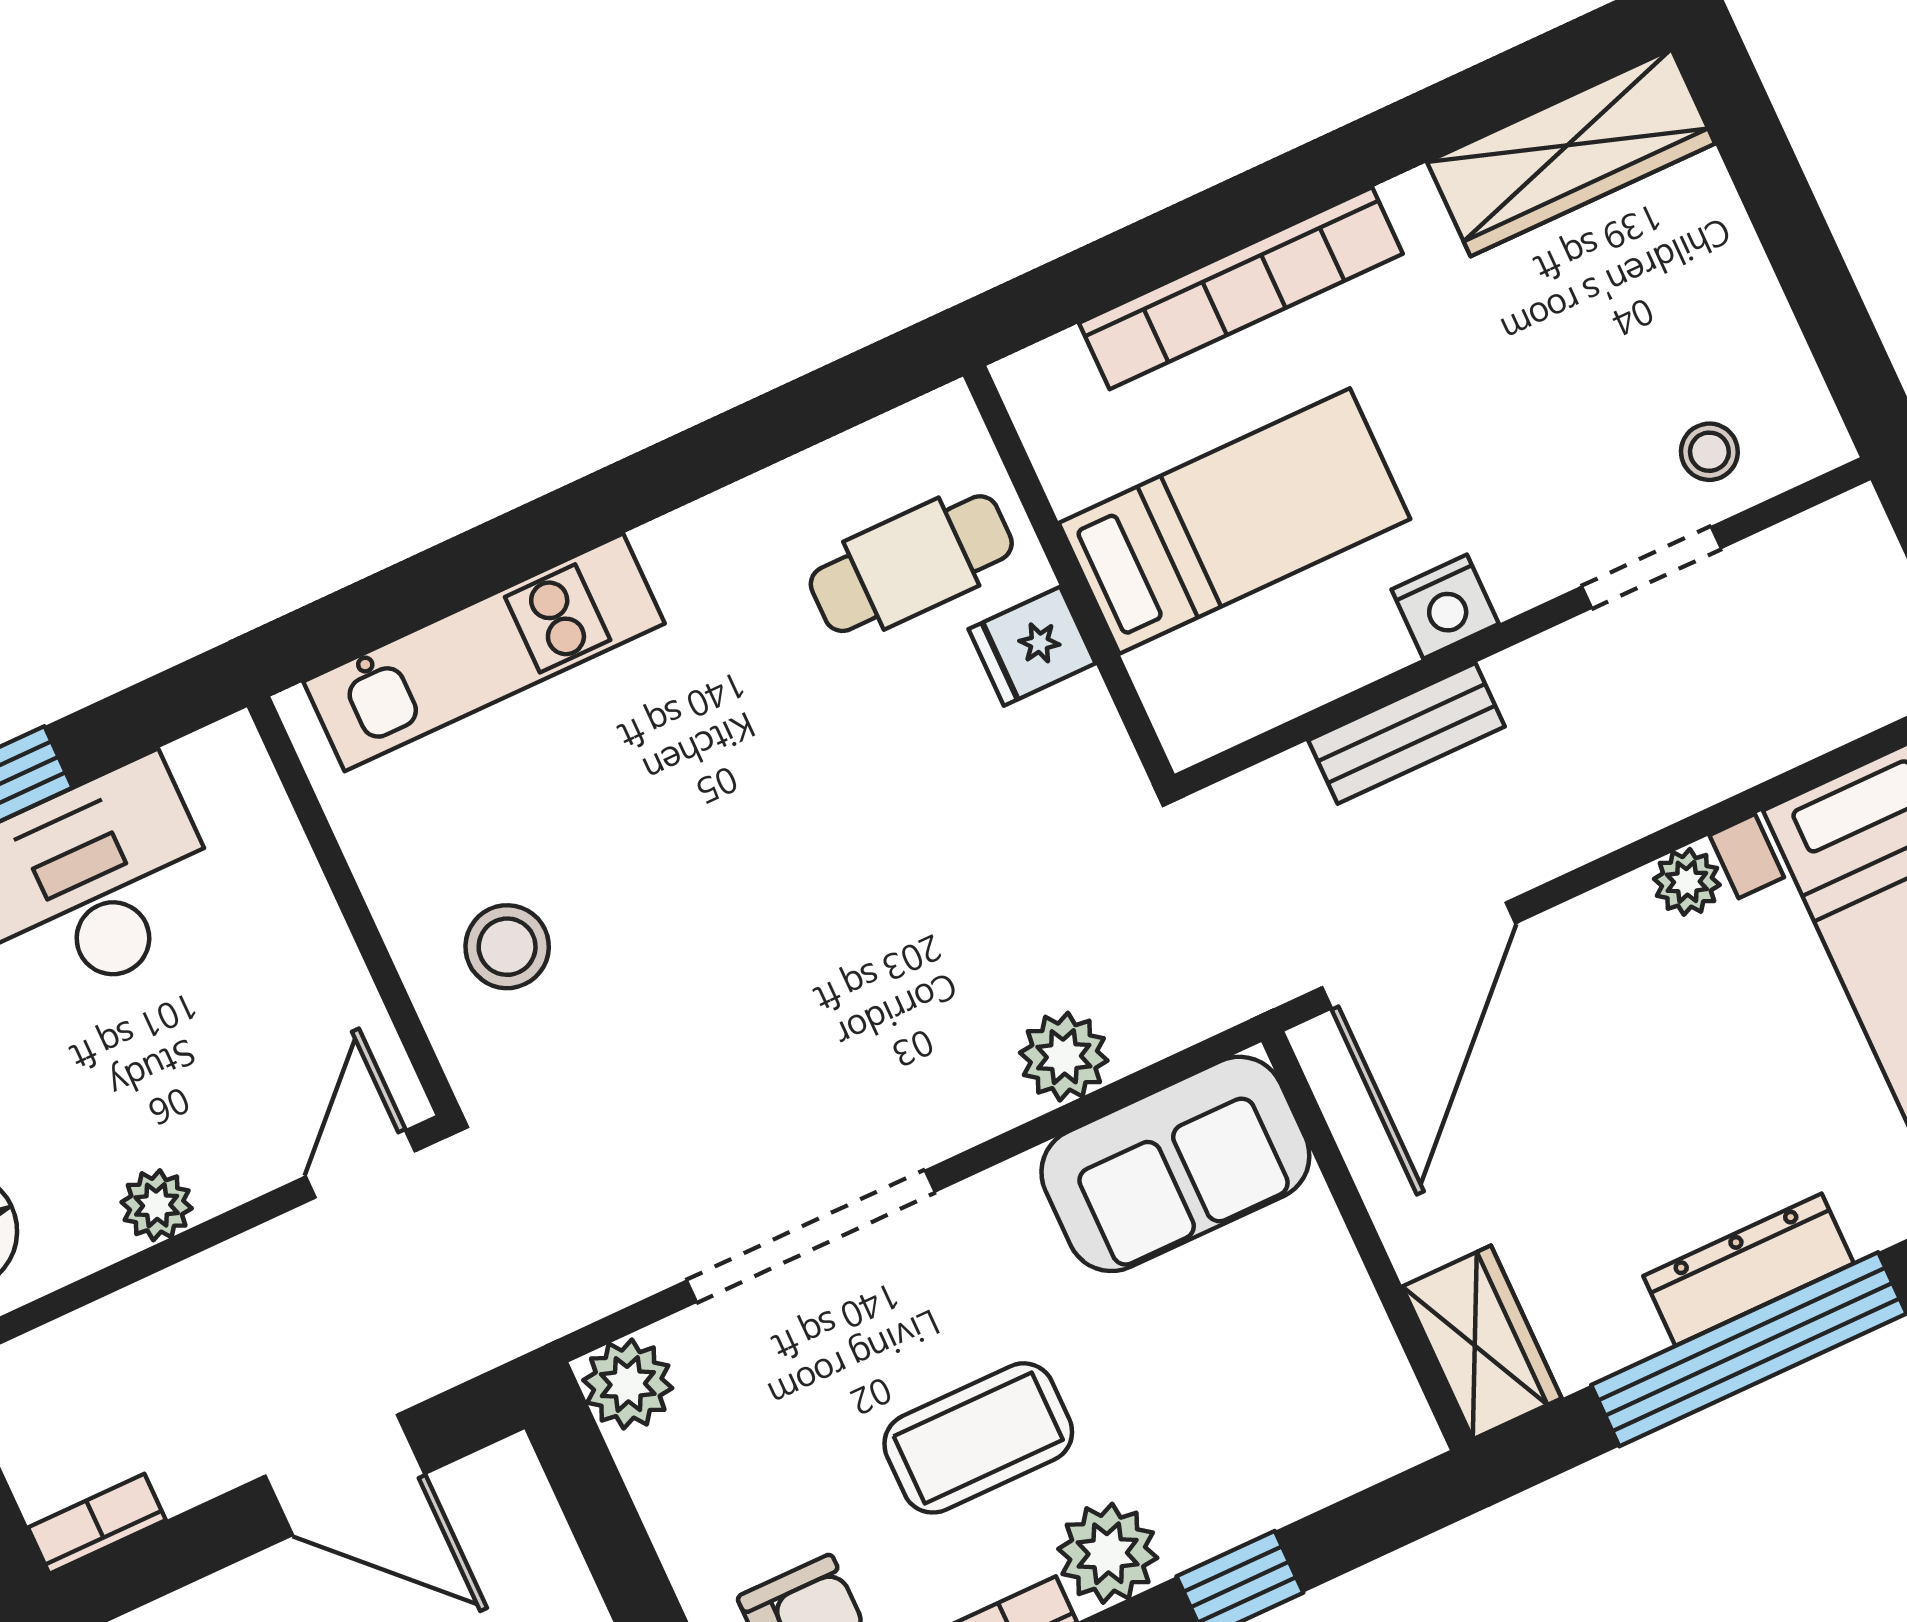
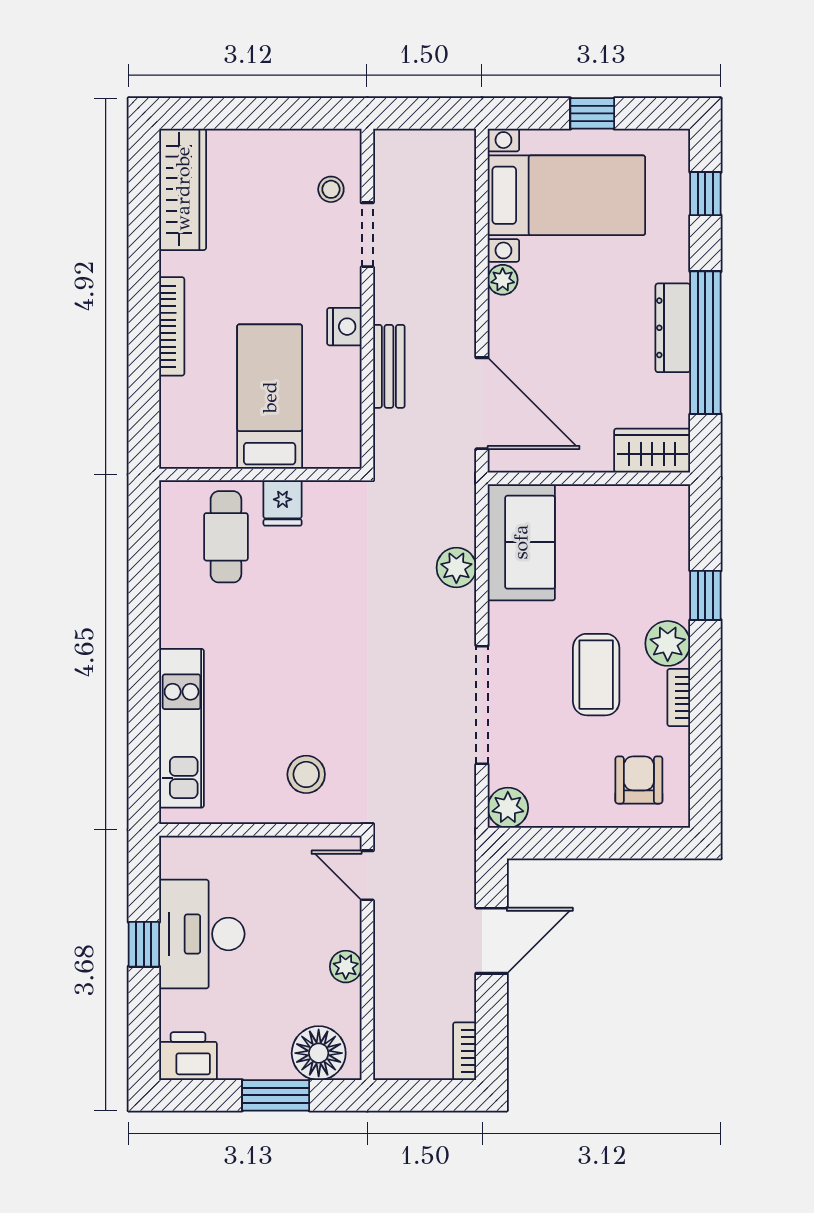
bookcase: (1241, 288) -> (172, 326), width x0.68, depth x0.76

